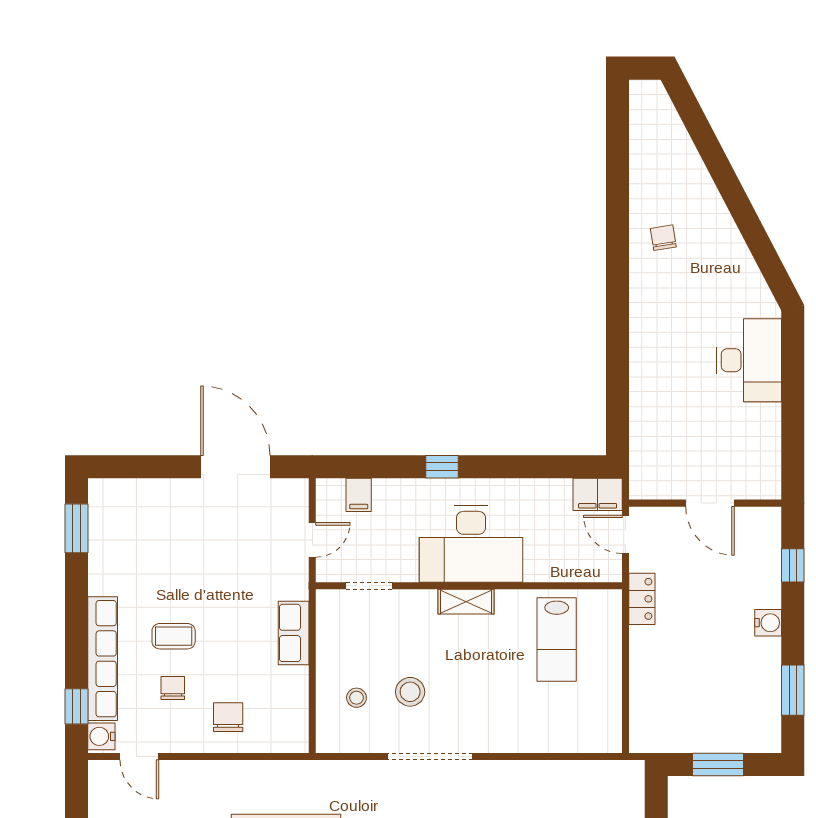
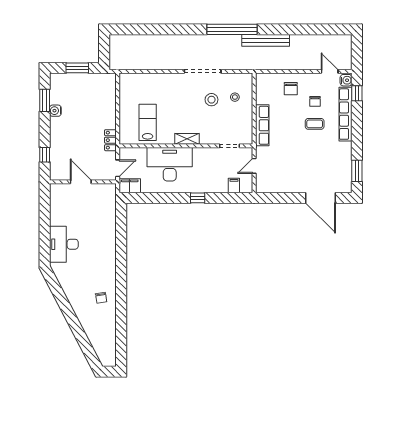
door: (235, 467) -> (320, 198), moved
door: (625, 534) -> (118, 168), hinge flipped
desk: (471, 544) -> (170, 164), moved
water cooler: (768, 623) -> (55, 111), moved
row of seats: (294, 633) -> (262, 125), width x1.48

